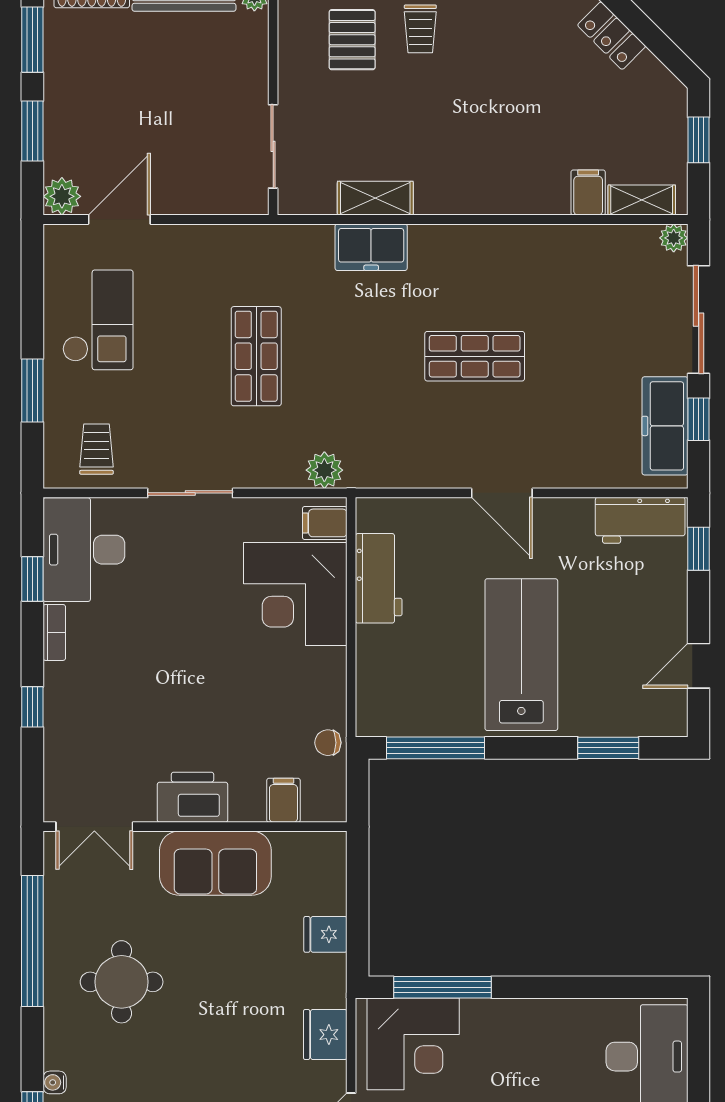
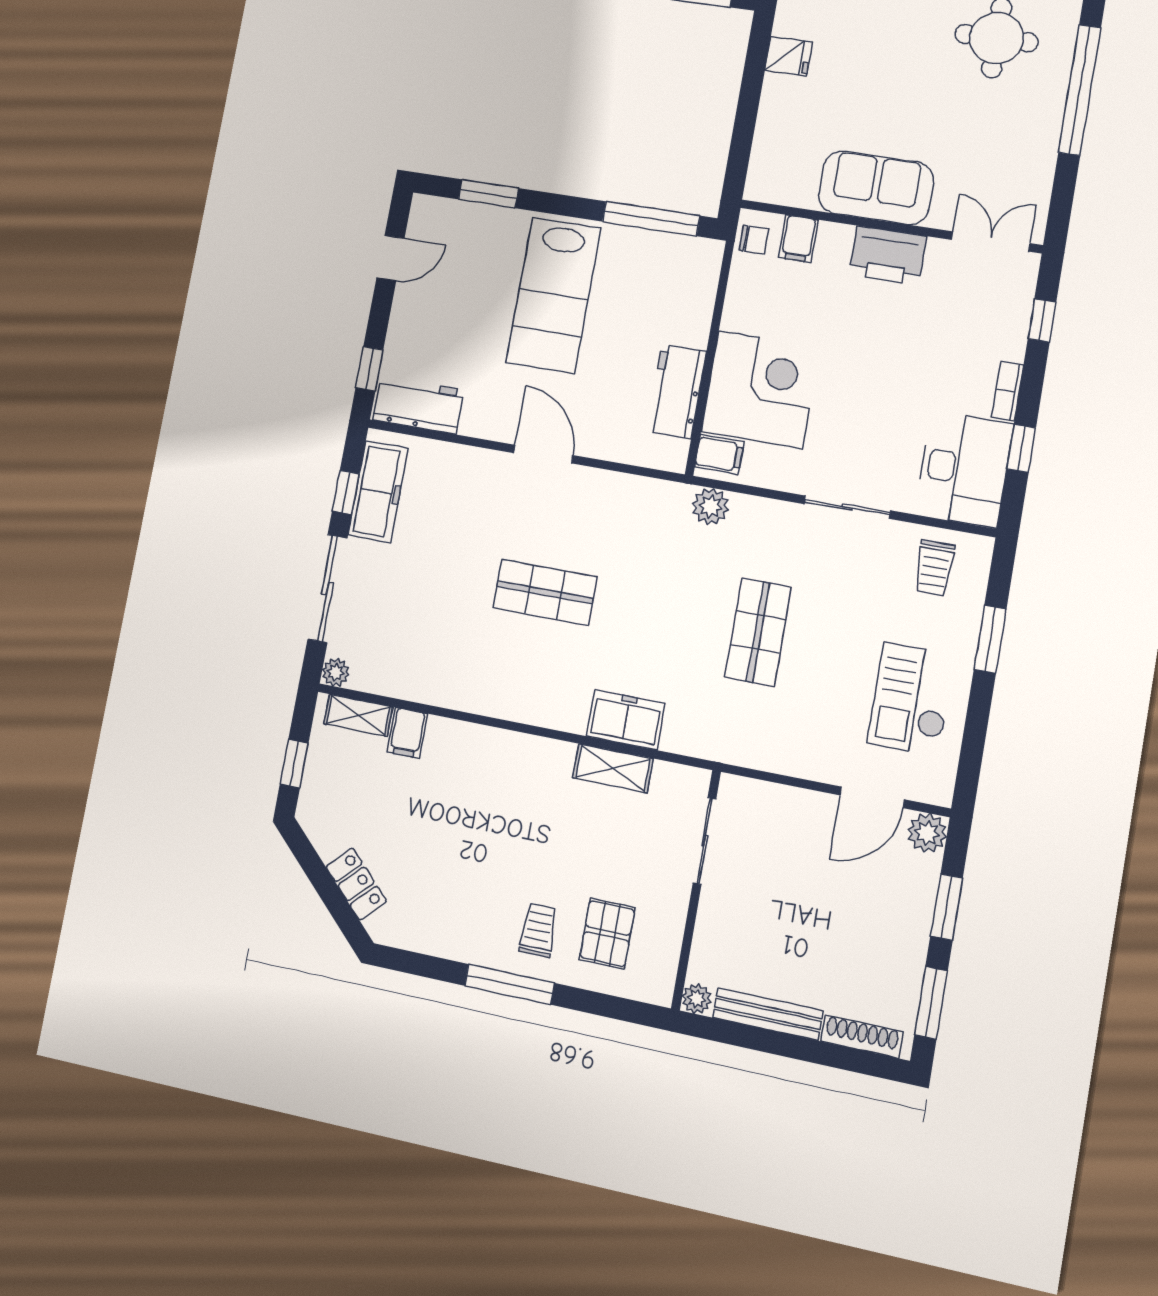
printer: (193, 797) -> (888, 255), moved
filing cabinet: (283, 800) -> (798, 239), moved
double door: (94, 827) -> (991, 242), moved
wall: (195, 827) -> (890, 226), moved
sofa: (215, 863) -> (876, 188), moved

